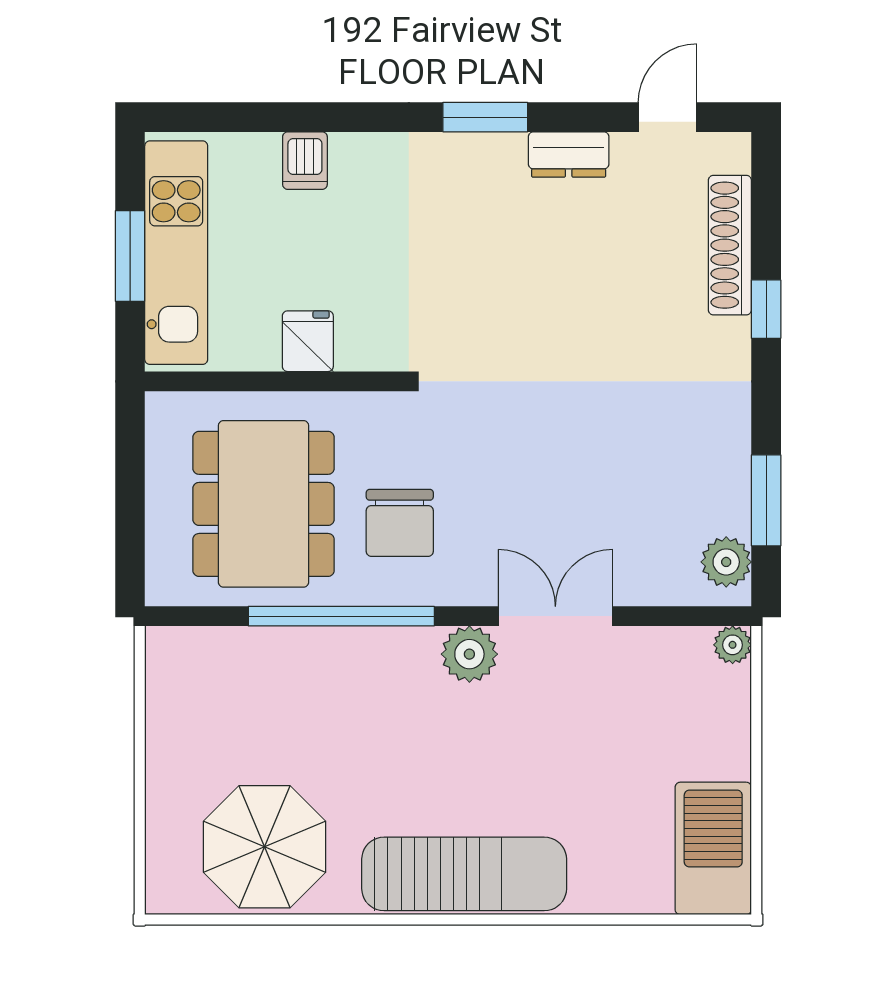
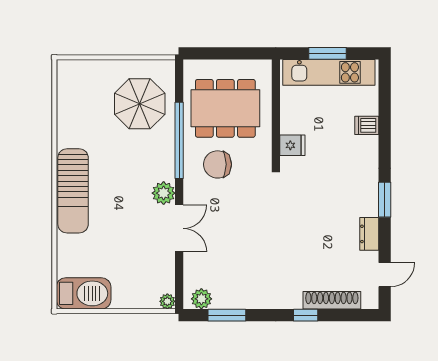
door: (668, 117) -> (385, 275), hinge flipped
fridge: (308, 341) -> (292, 145), moved
parasol: (265, 847) -> (140, 104), moved

